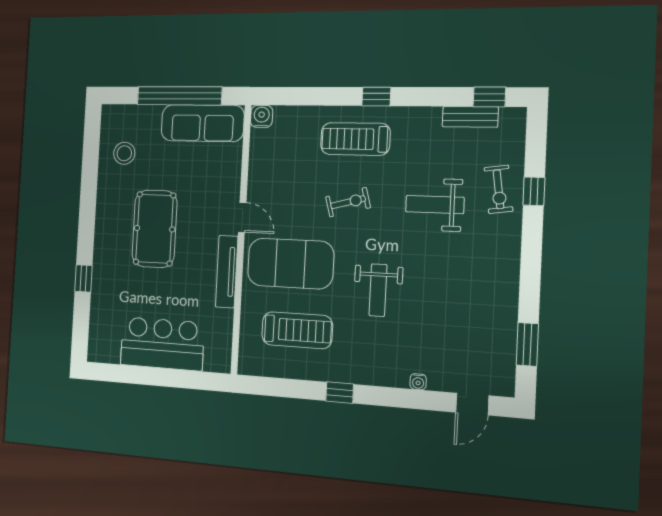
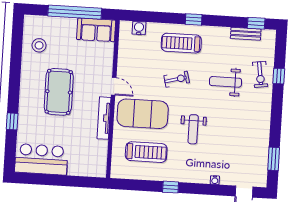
water cooler: (262, 116) -> (139, 28), moved
sofa: (202, 123) -> (96, 30), width x0.73
bar counter: (162, 344) -> (41, 159), moved

